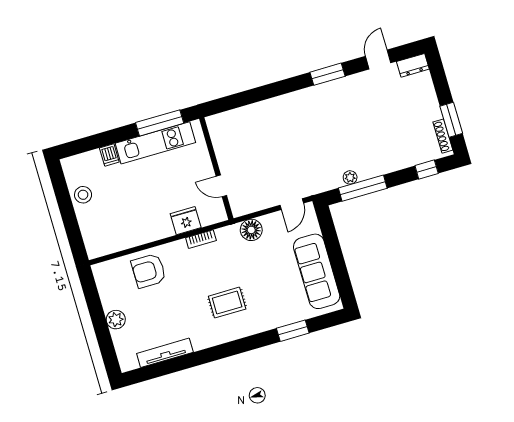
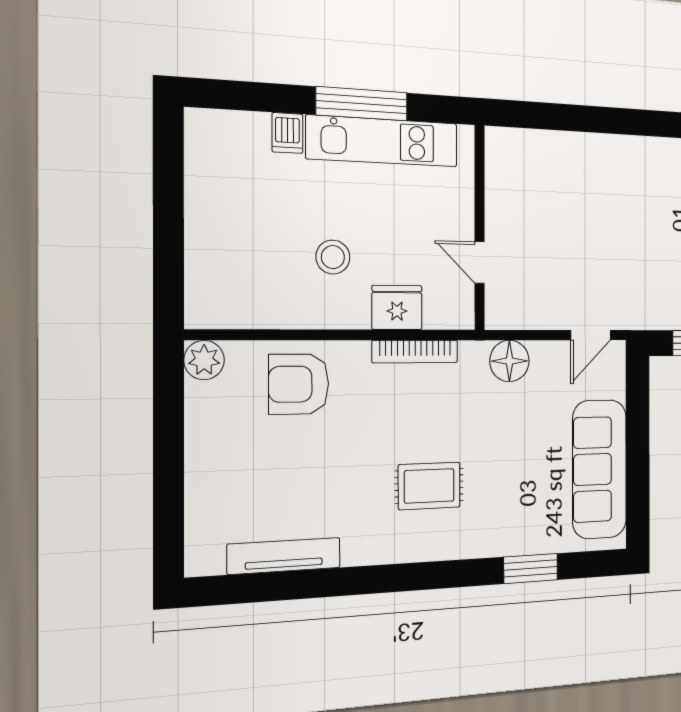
window: (160, 123) -> (362, 104), moved
stool: (83, 195) -> (333, 257), moved
bookcase: (201, 239) -> (415, 351), width x1.56
plant: (116, 320) -> (204, 360), moved

